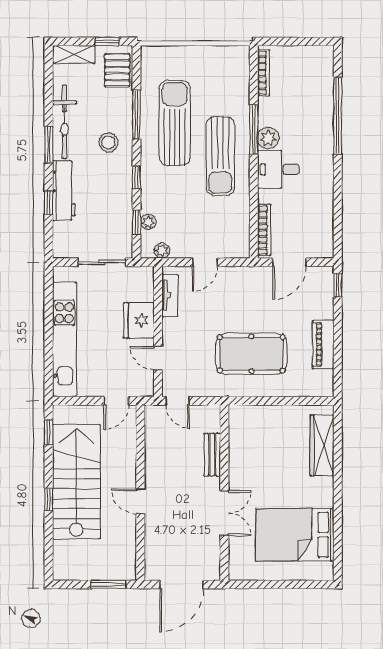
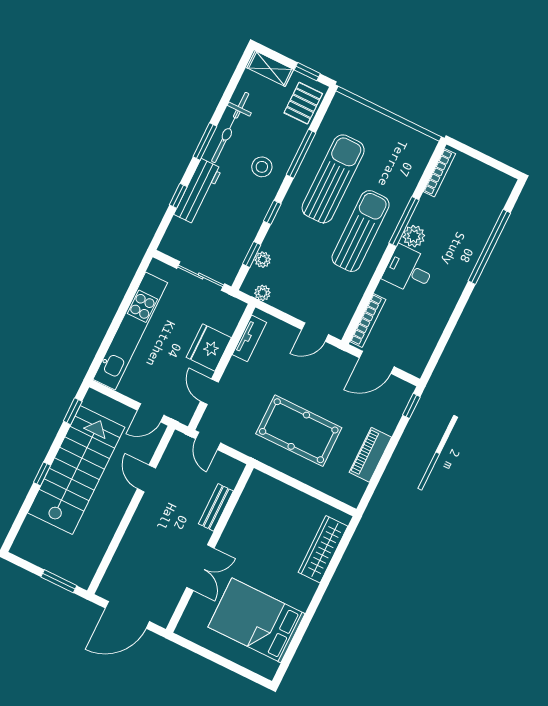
sun lounger: (220, 156) -> (361, 231), turned 180
door: (205, 262) -> (315, 332), moved
door: (140, 501) -> (146, 478), moved

